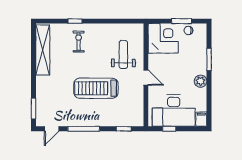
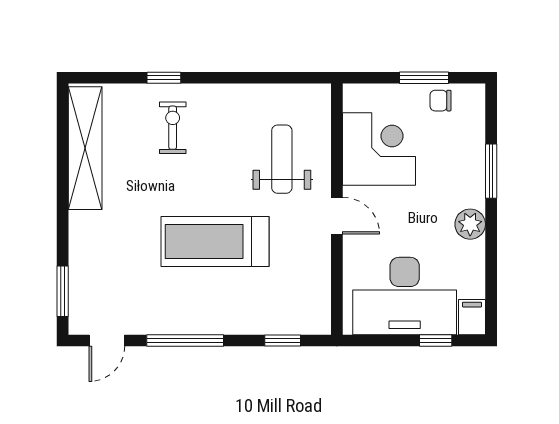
corner desk: (163, 38) -> (379, 149), moved
window: (169, 129) -> (436, 340), moved

